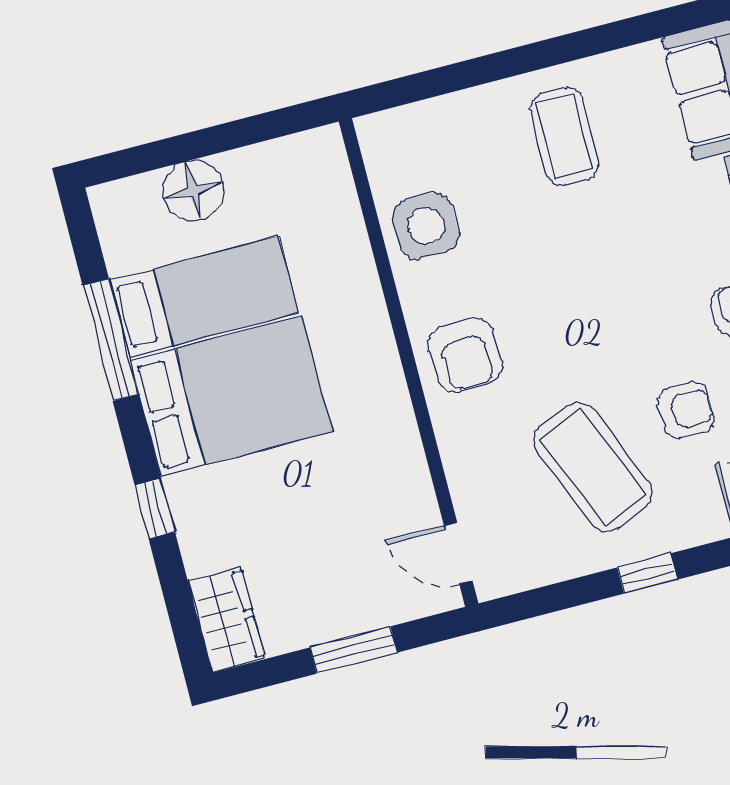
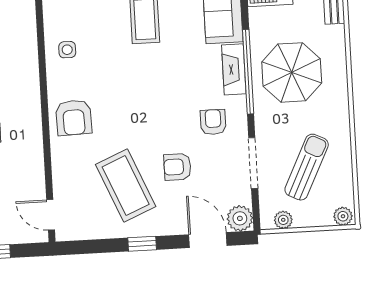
side table: (426, 226) -> (67, 50), width x0.54, depth x0.54
armchair: (686, 410) -> (177, 167), turned 180

